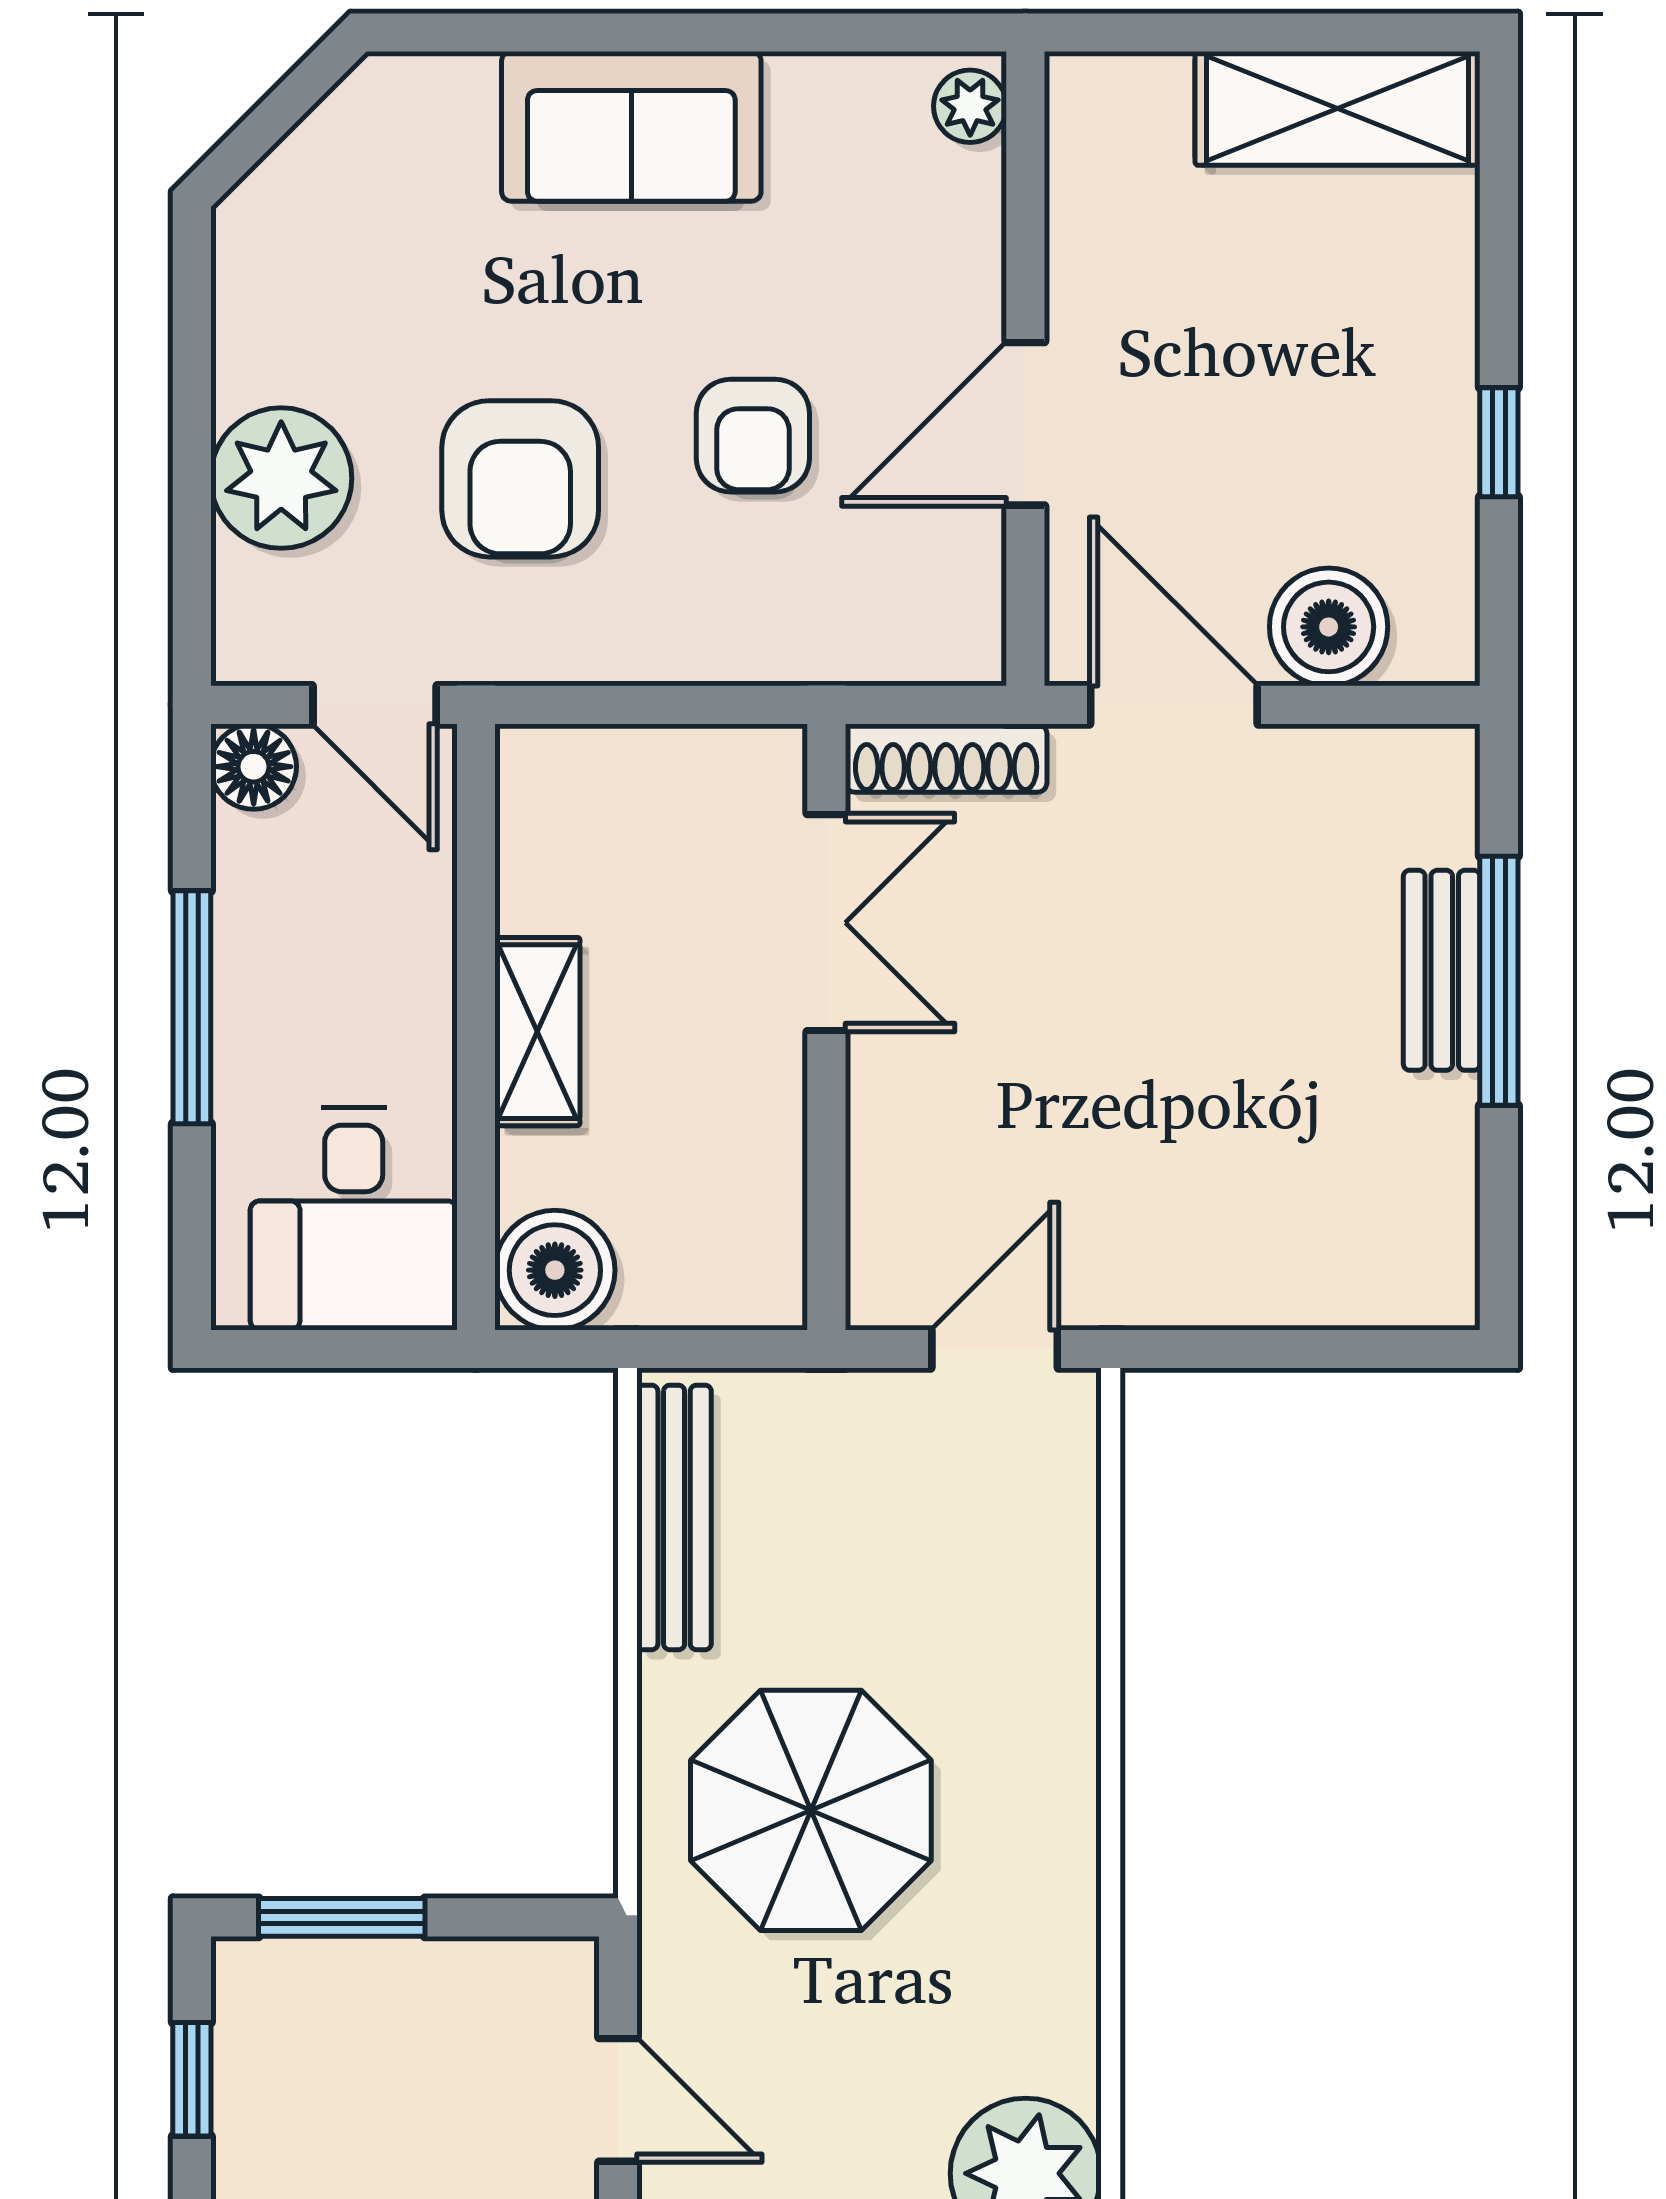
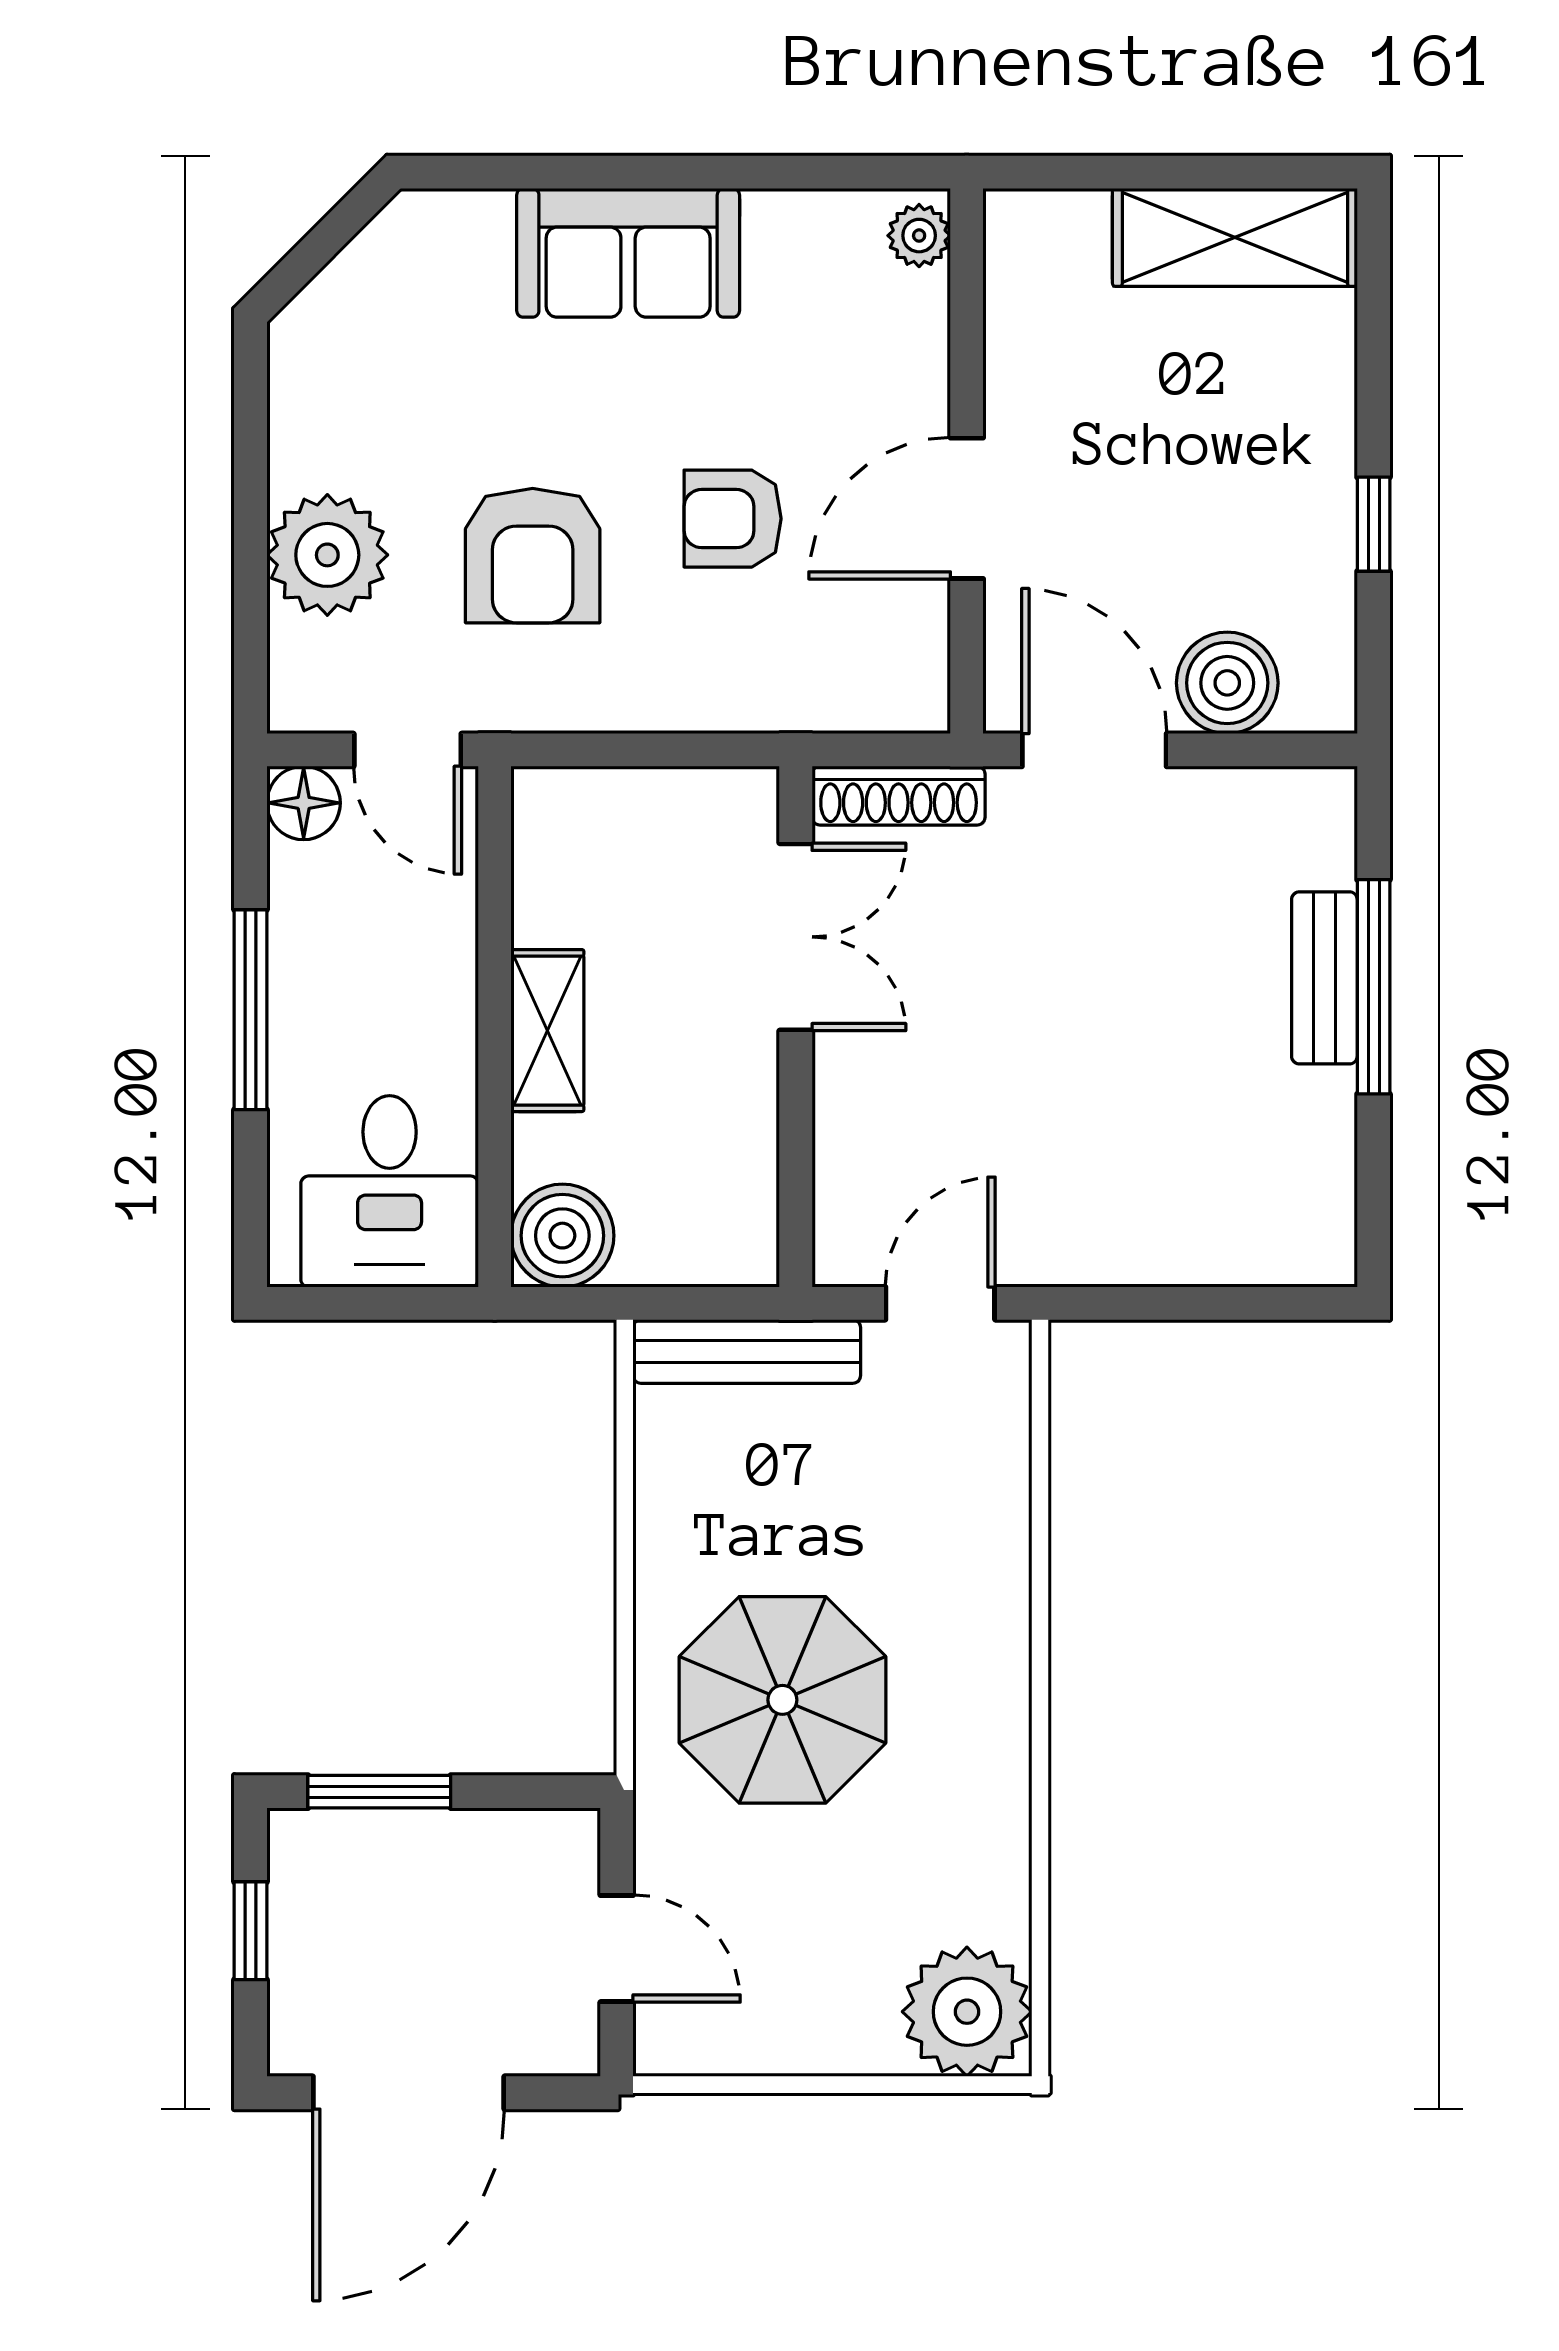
armchair: (753, 436) -> (733, 519), turned 90
bench: (674, 1517) -> (747, 1351), moved, turned 90

